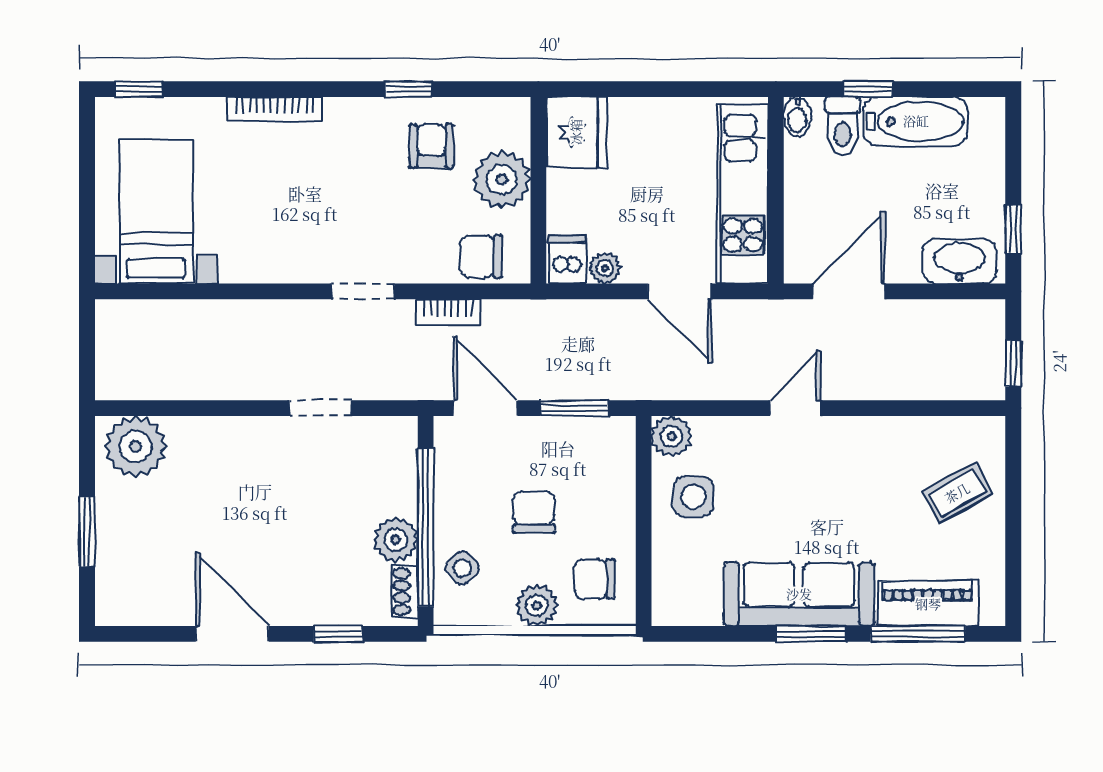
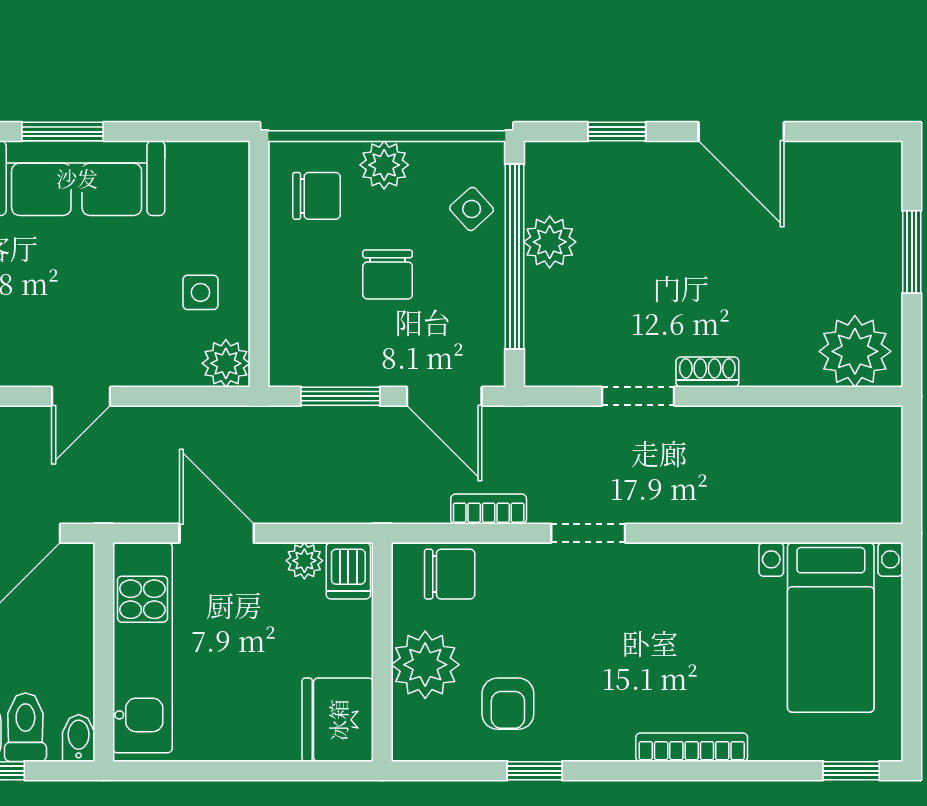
side table: (693, 497) -> (200, 292), width x0.73, depth x0.73
shoe rack: (405, 592) -> (707, 372), moved, turned -90

